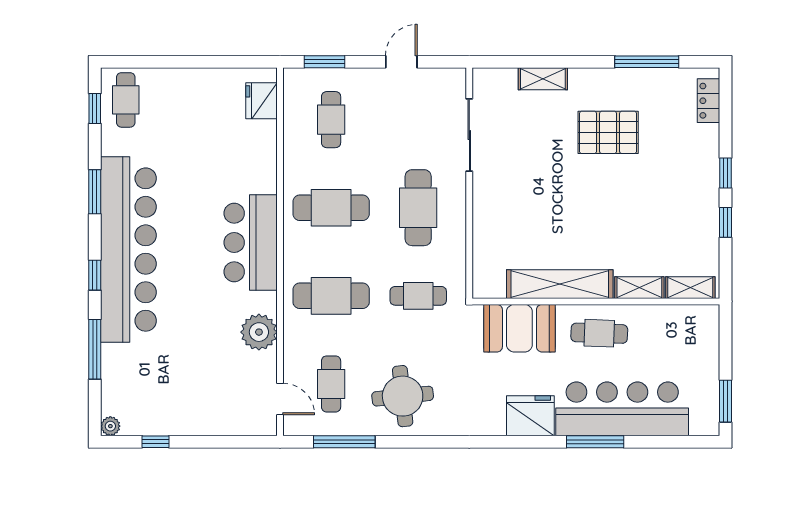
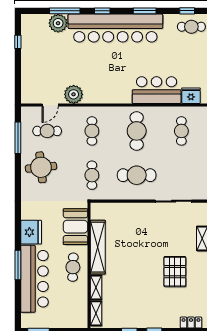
cafe table: (331, 120) -> (181, 131), turned 90
bar counter: (251, 243) -> (157, 90), moved
cafe table: (331, 296) -> (92, 131), width x0.73, depth x0.74
door: (280, 399) -> (50, 105), moved
plant: (110, 426) -> (58, 23), moved, width x1.88, depth x1.88

